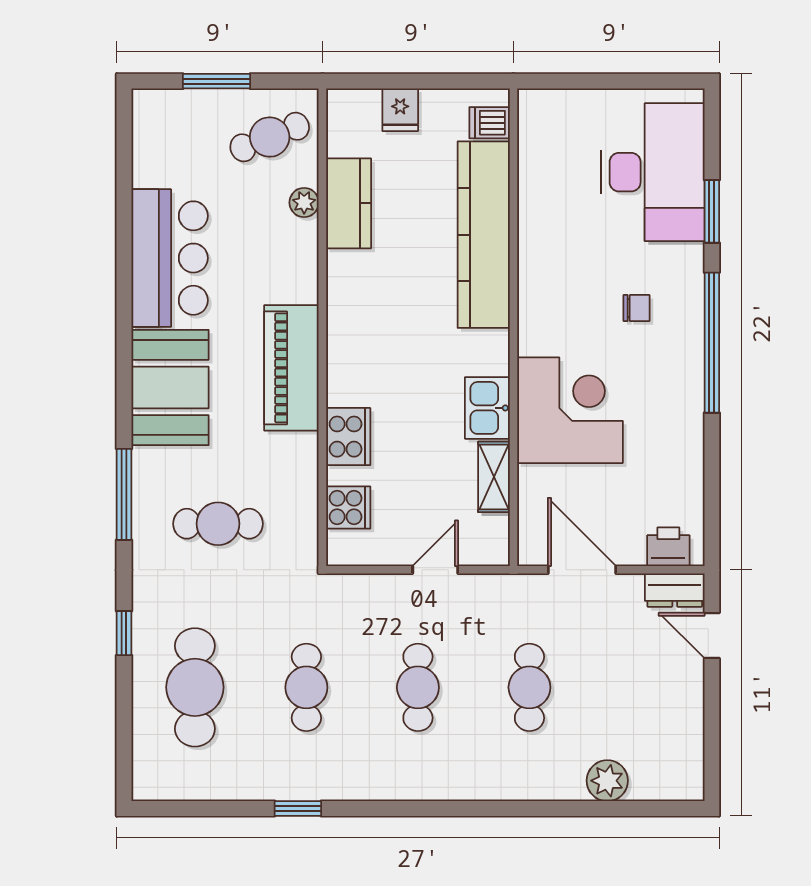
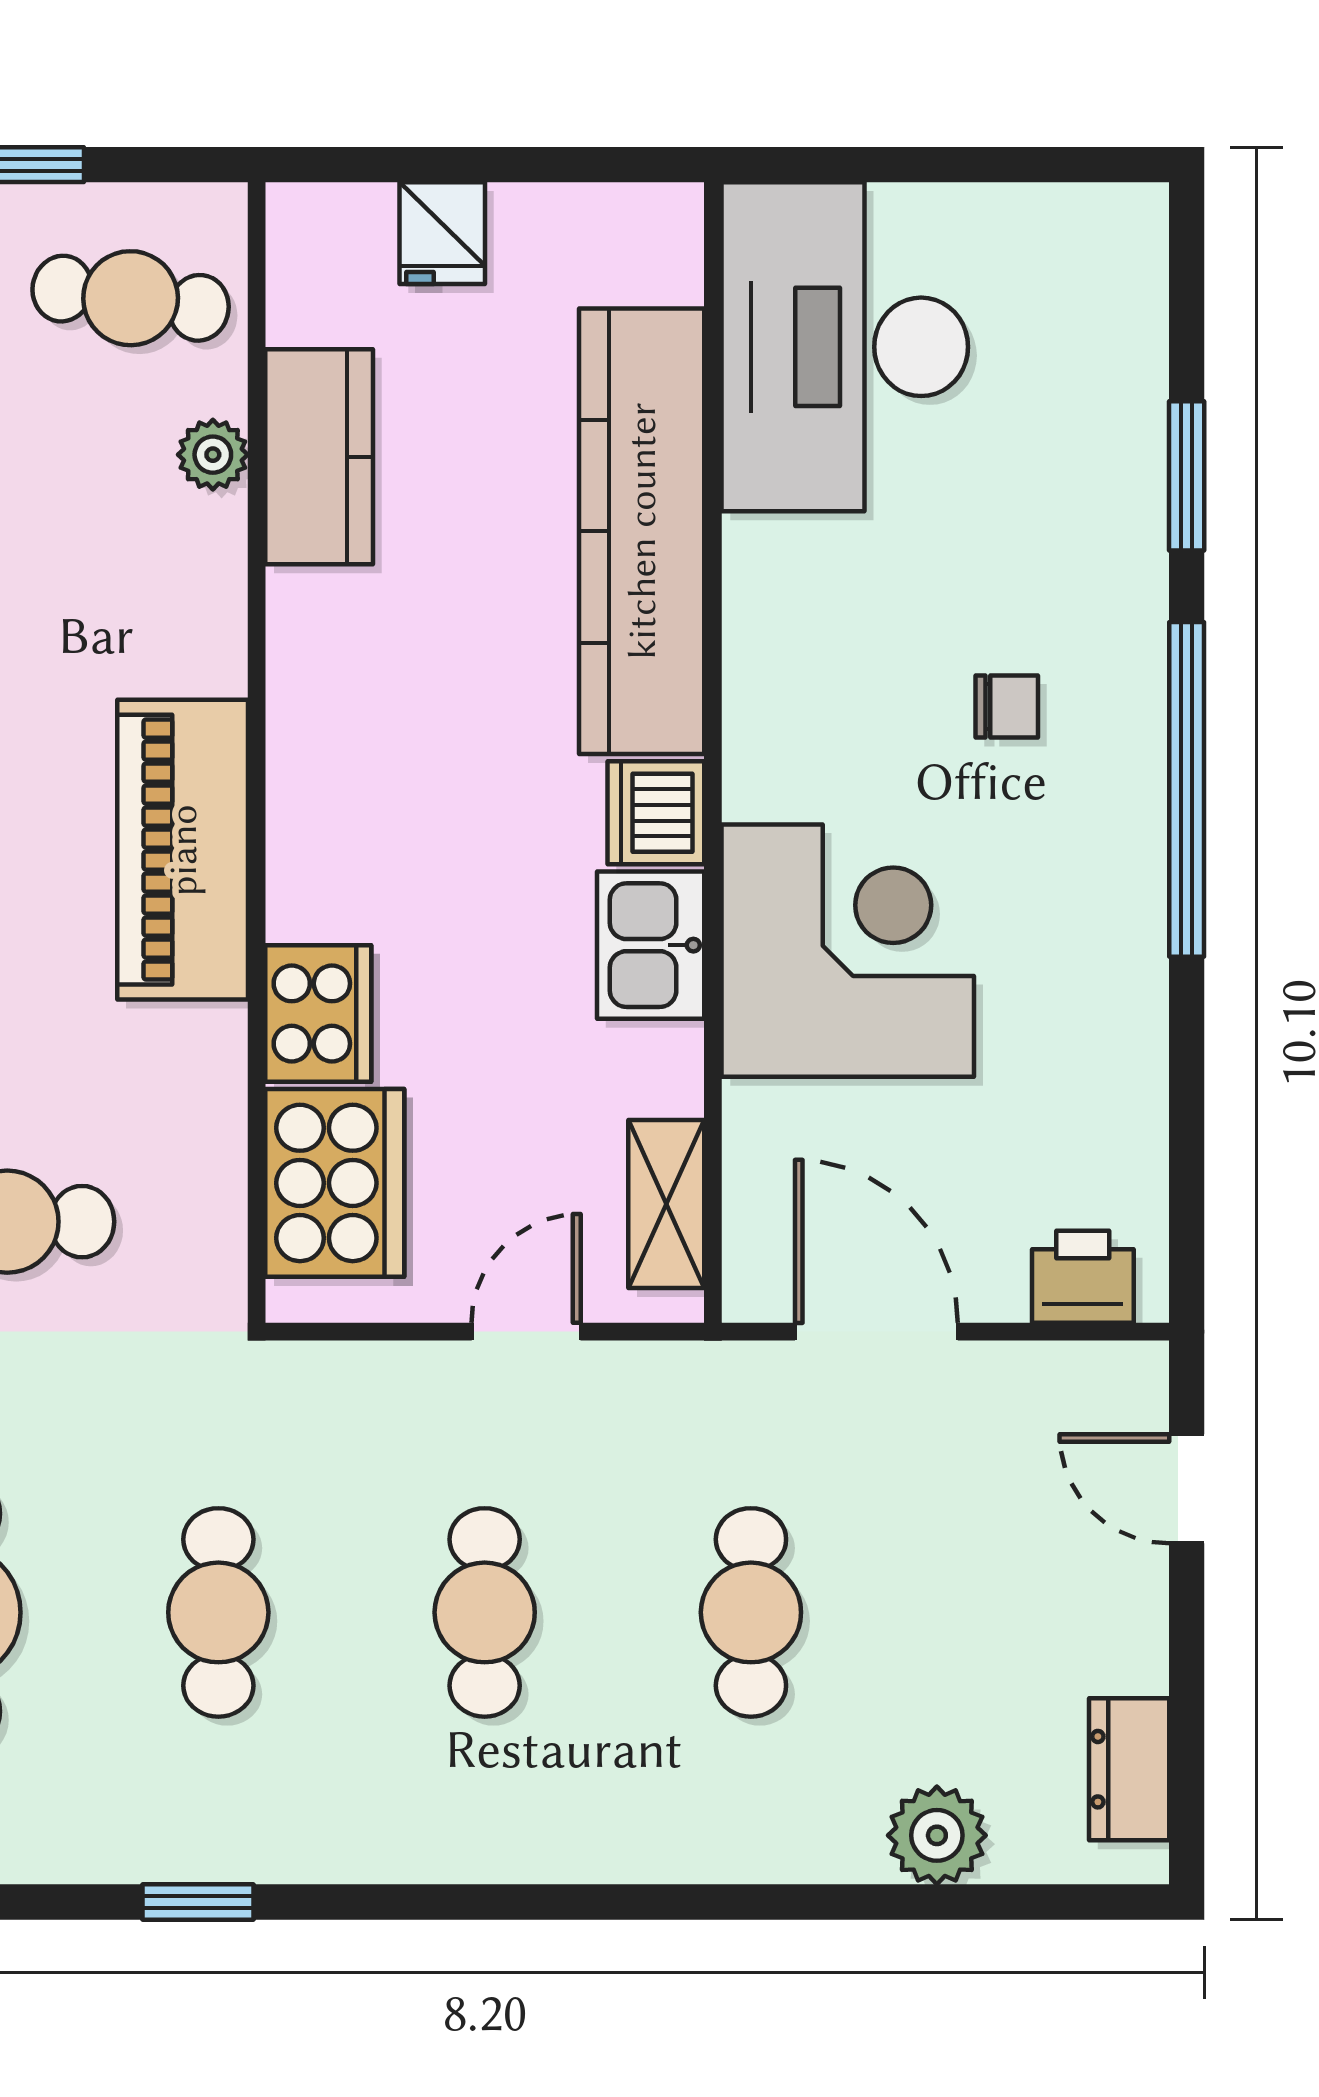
dishwasher: (490, 123) -> (656, 813), moved, width x1.38
cafe table: (270, 137) -> (131, 298), turned 30
desk: (653, 172) -> (845, 347), moved, turned 180
shelving: (494, 477) -> (666, 1204), moved
cooker: (348, 508) -> (335, 1183), width x1.87, depth x1.31
dresser: (675, 590) -> (1129, 1769), moved, turned 90

